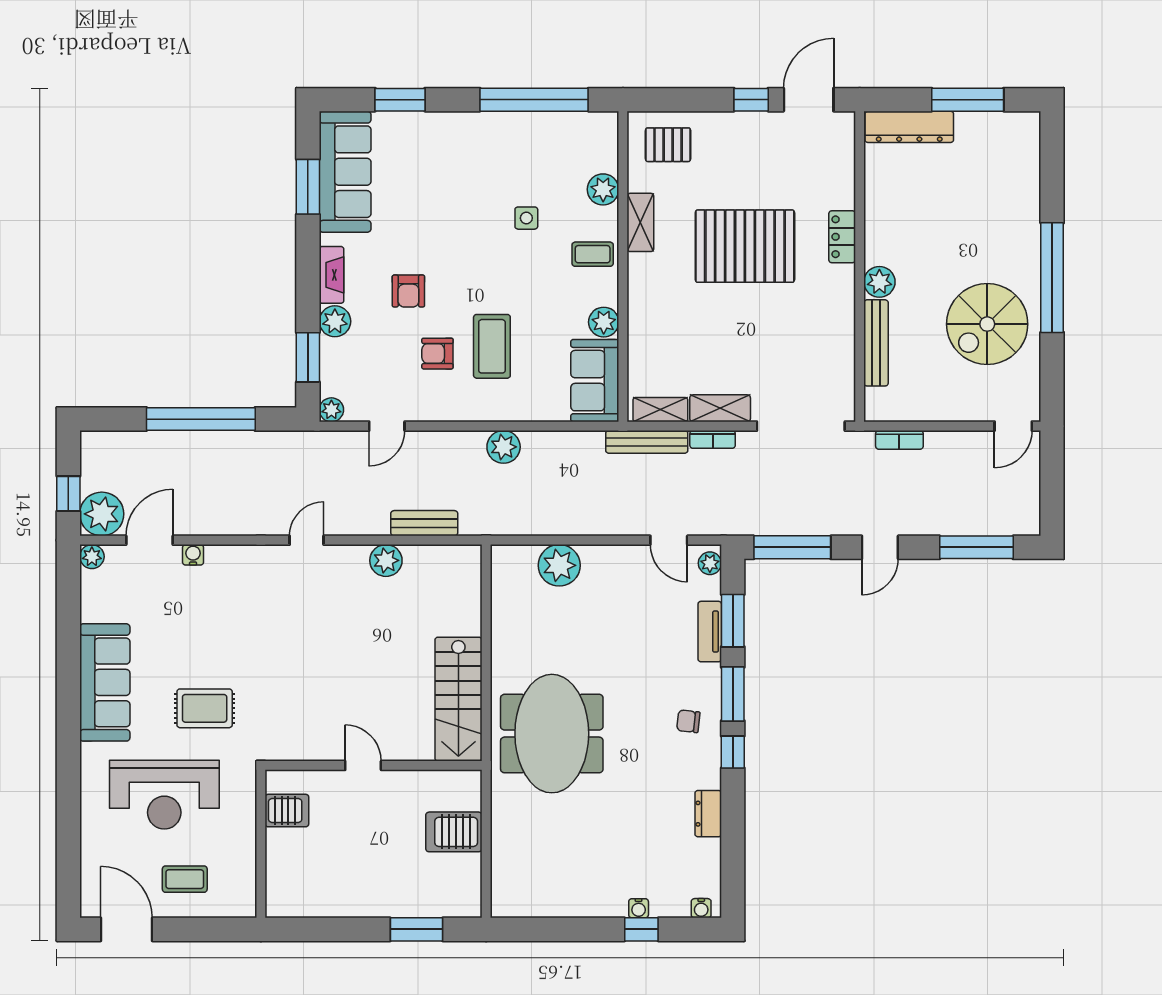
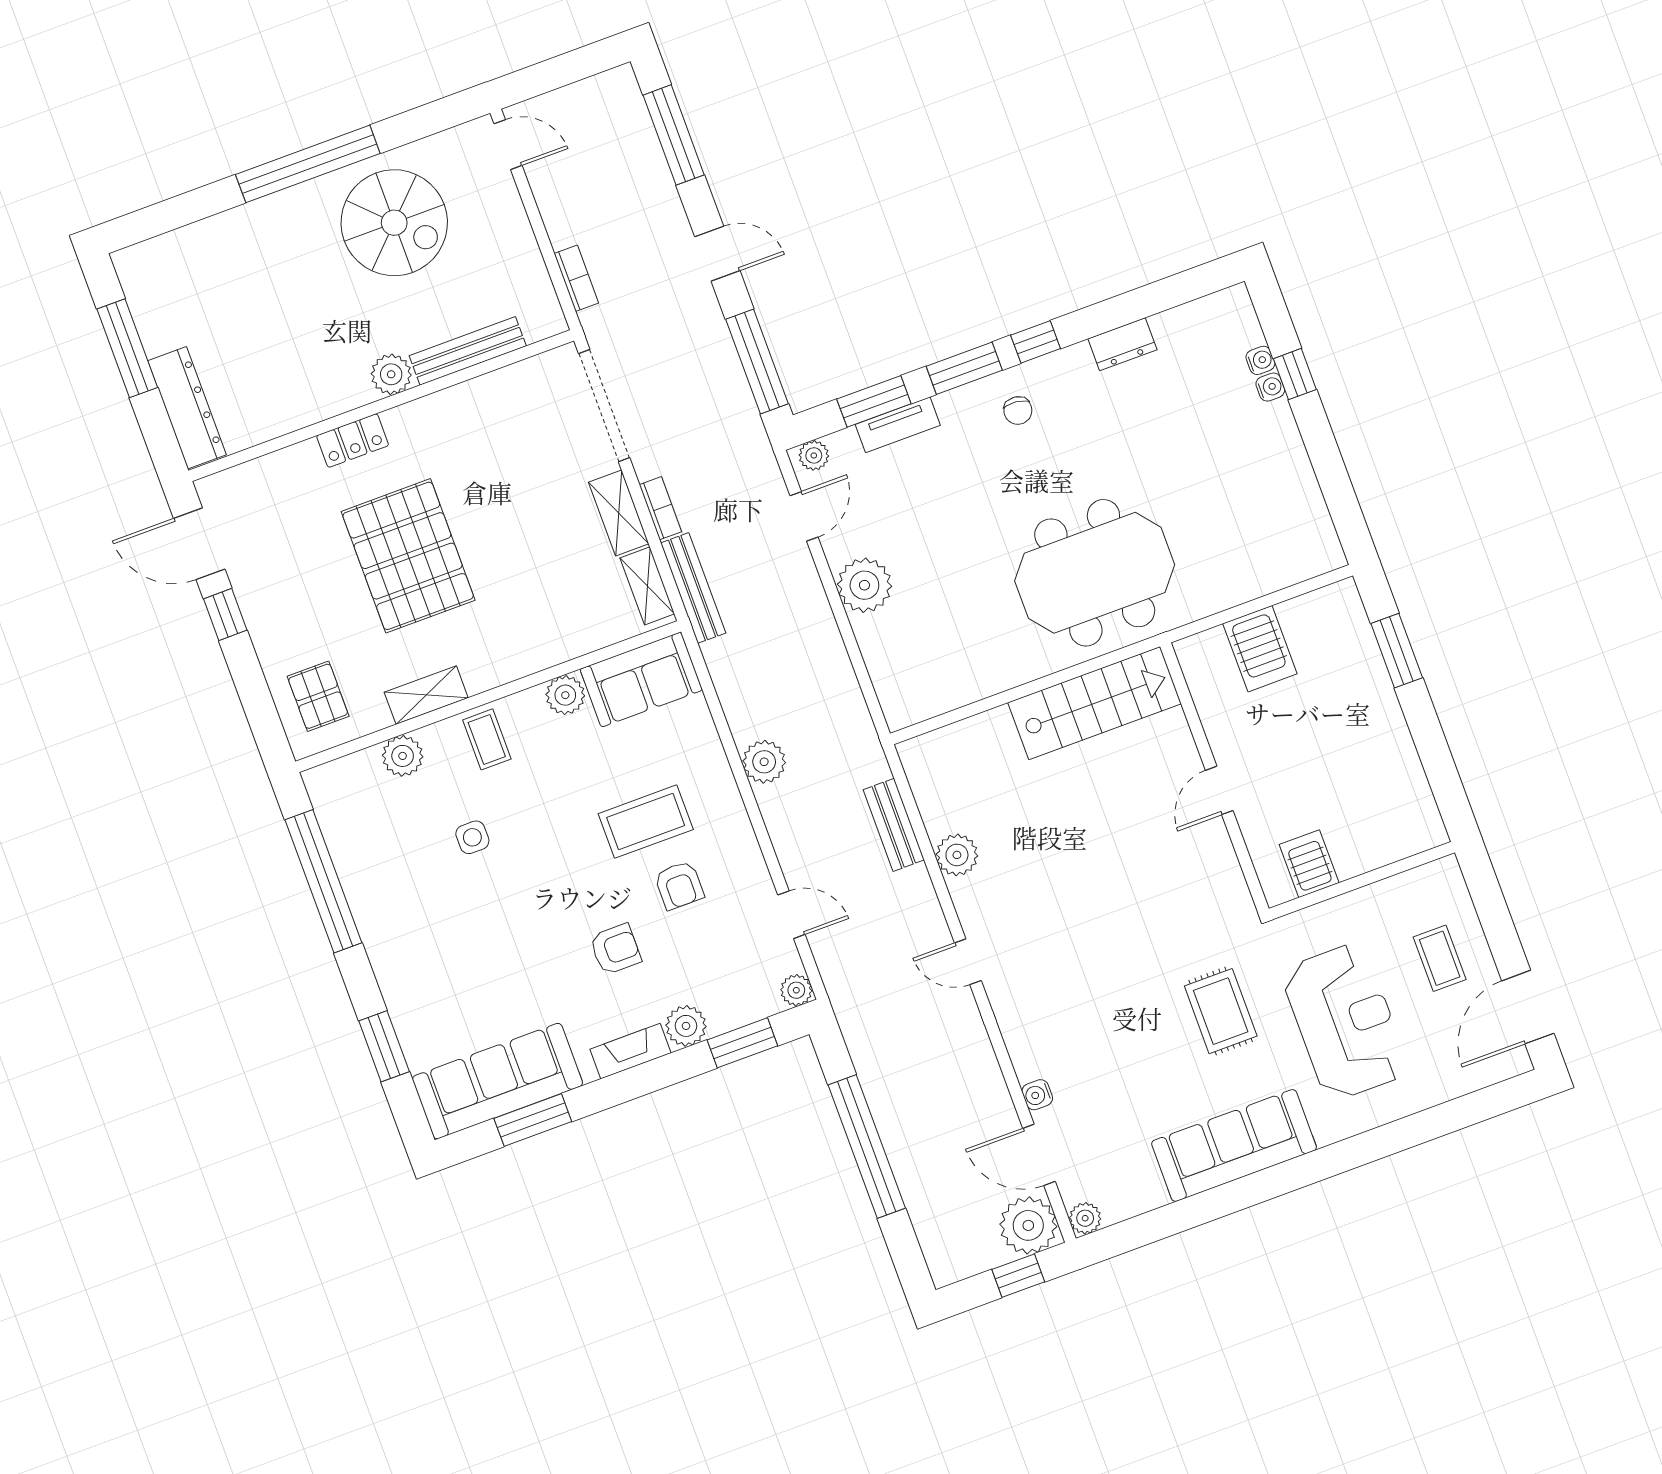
plant: (559, 565) -> (864, 585), moved
water cooler: (701, 908) -> (1260, 360), moved

